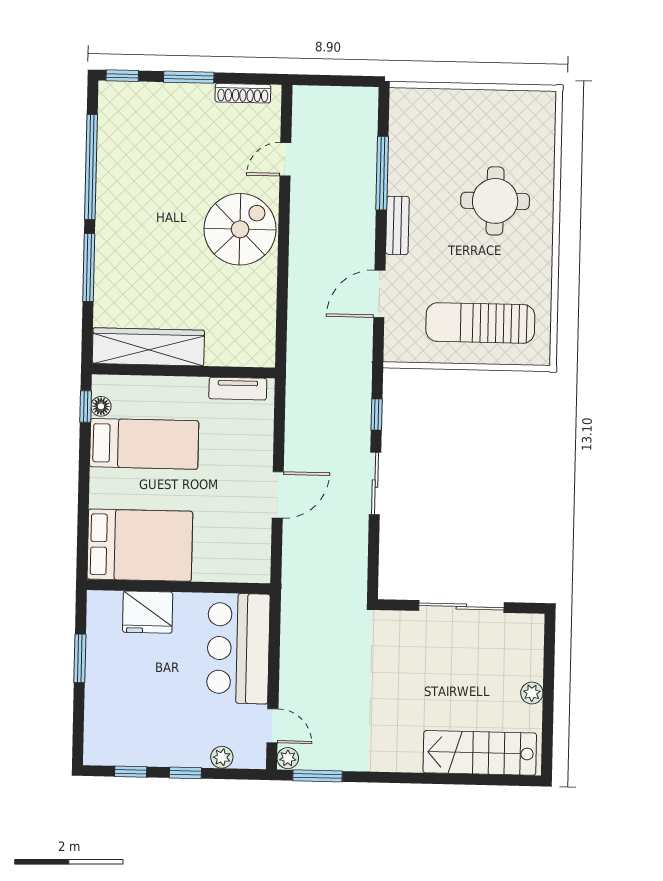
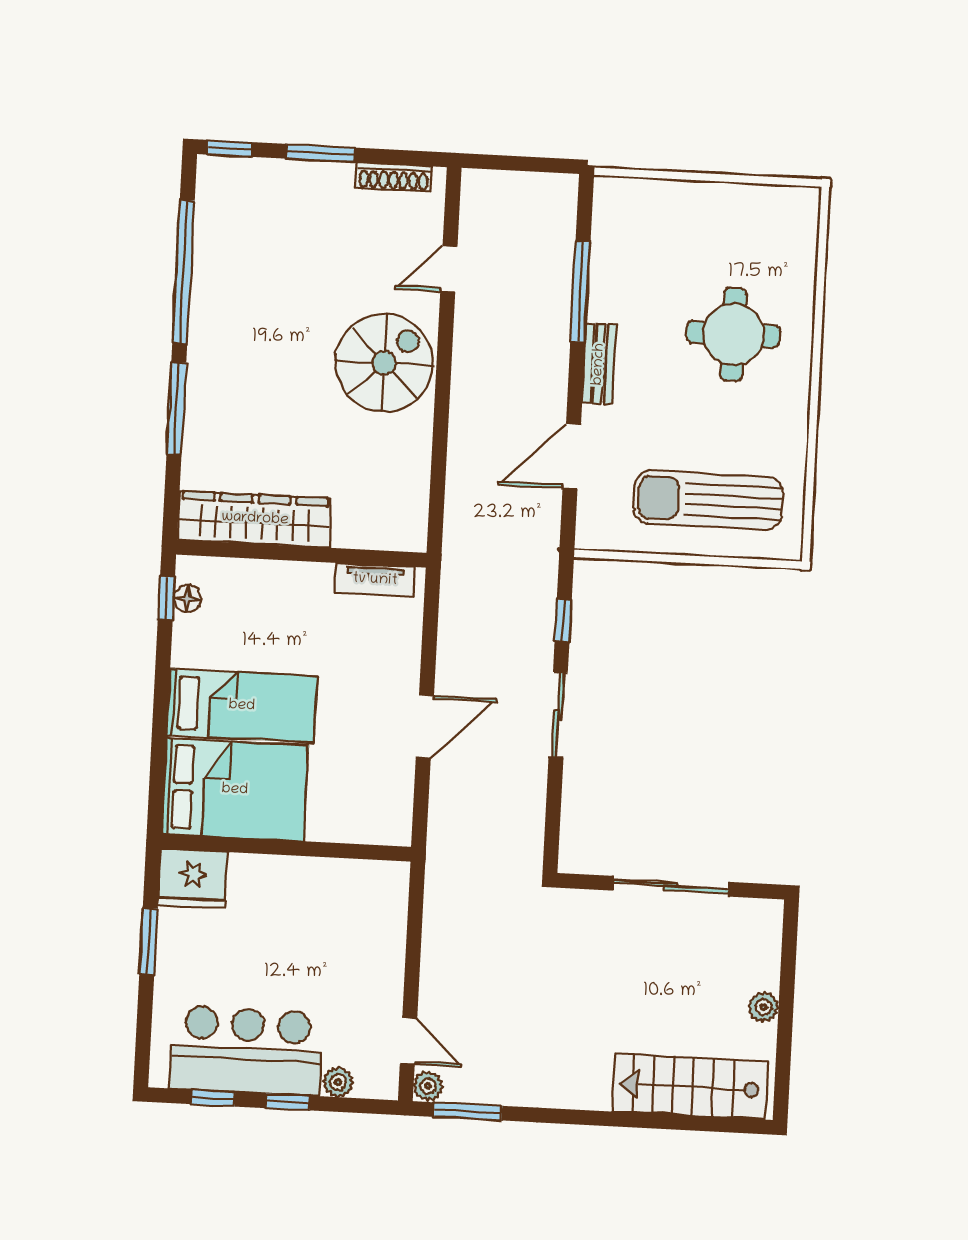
bed: (144, 444) -> (242, 706), moved
fridge: (148, 612) -> (193, 879), moved
bar counter: (238, 648) -> (247, 1051), moved, turned 90

